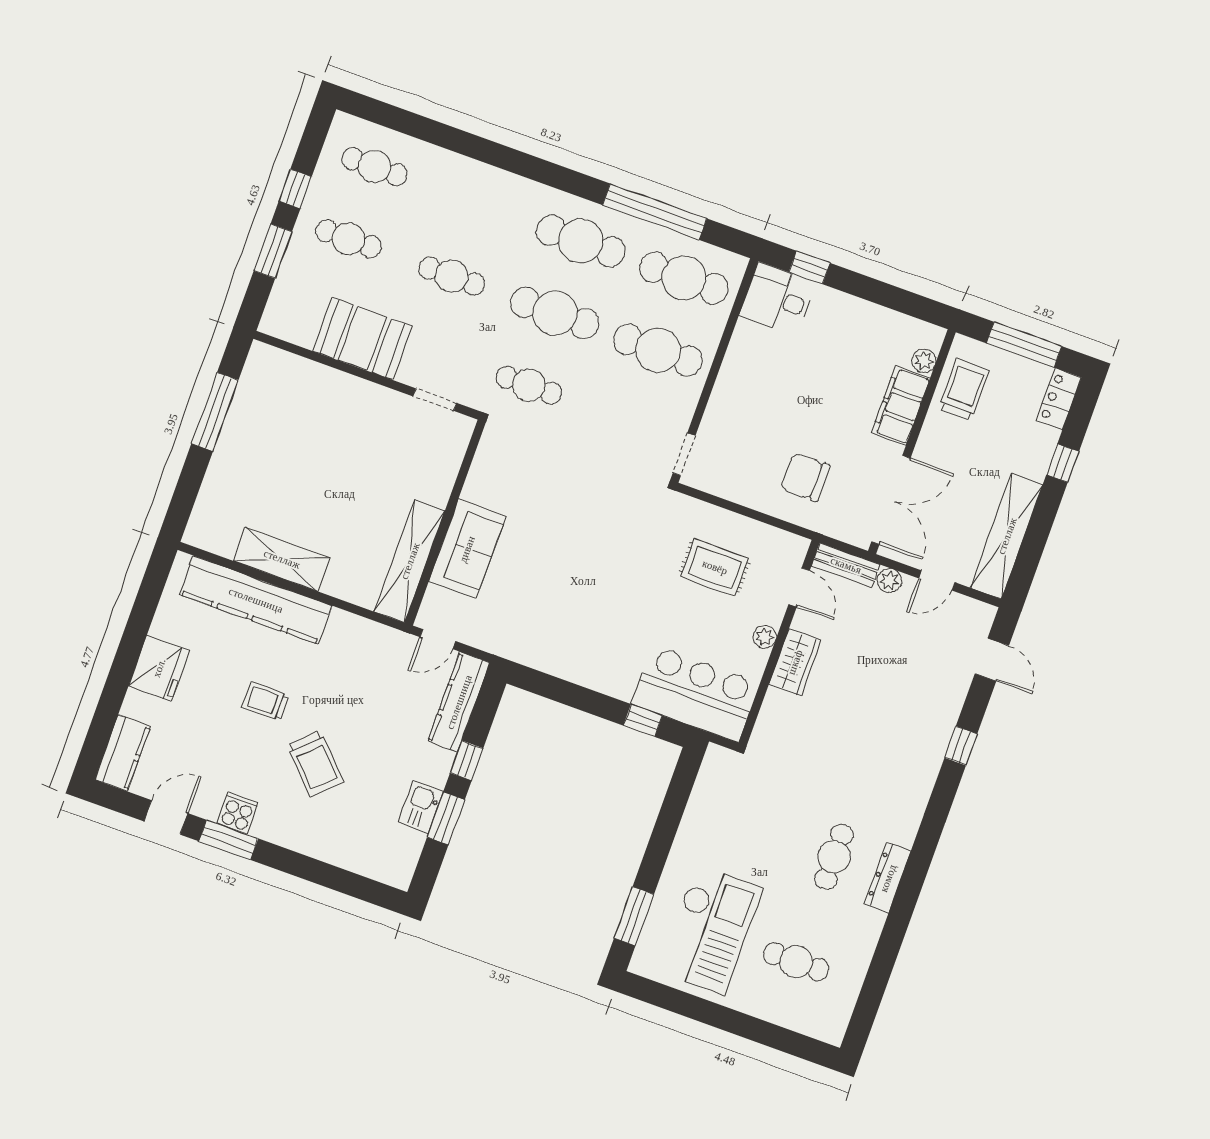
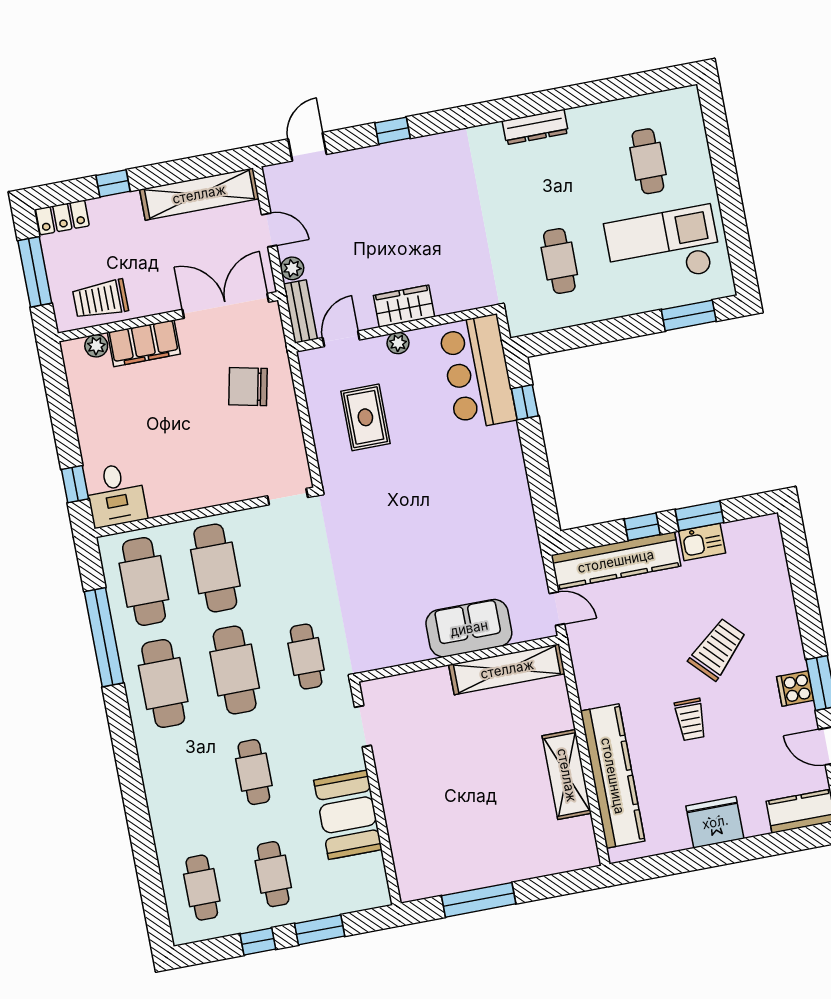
chair: (805, 477) -> (248, 387), turned 102
kitchen counter: (459, 702) -> (616, 561), width x1.39, depth x1.17
cafe table: (834, 857) -> (559, 261), moved, turned 90

